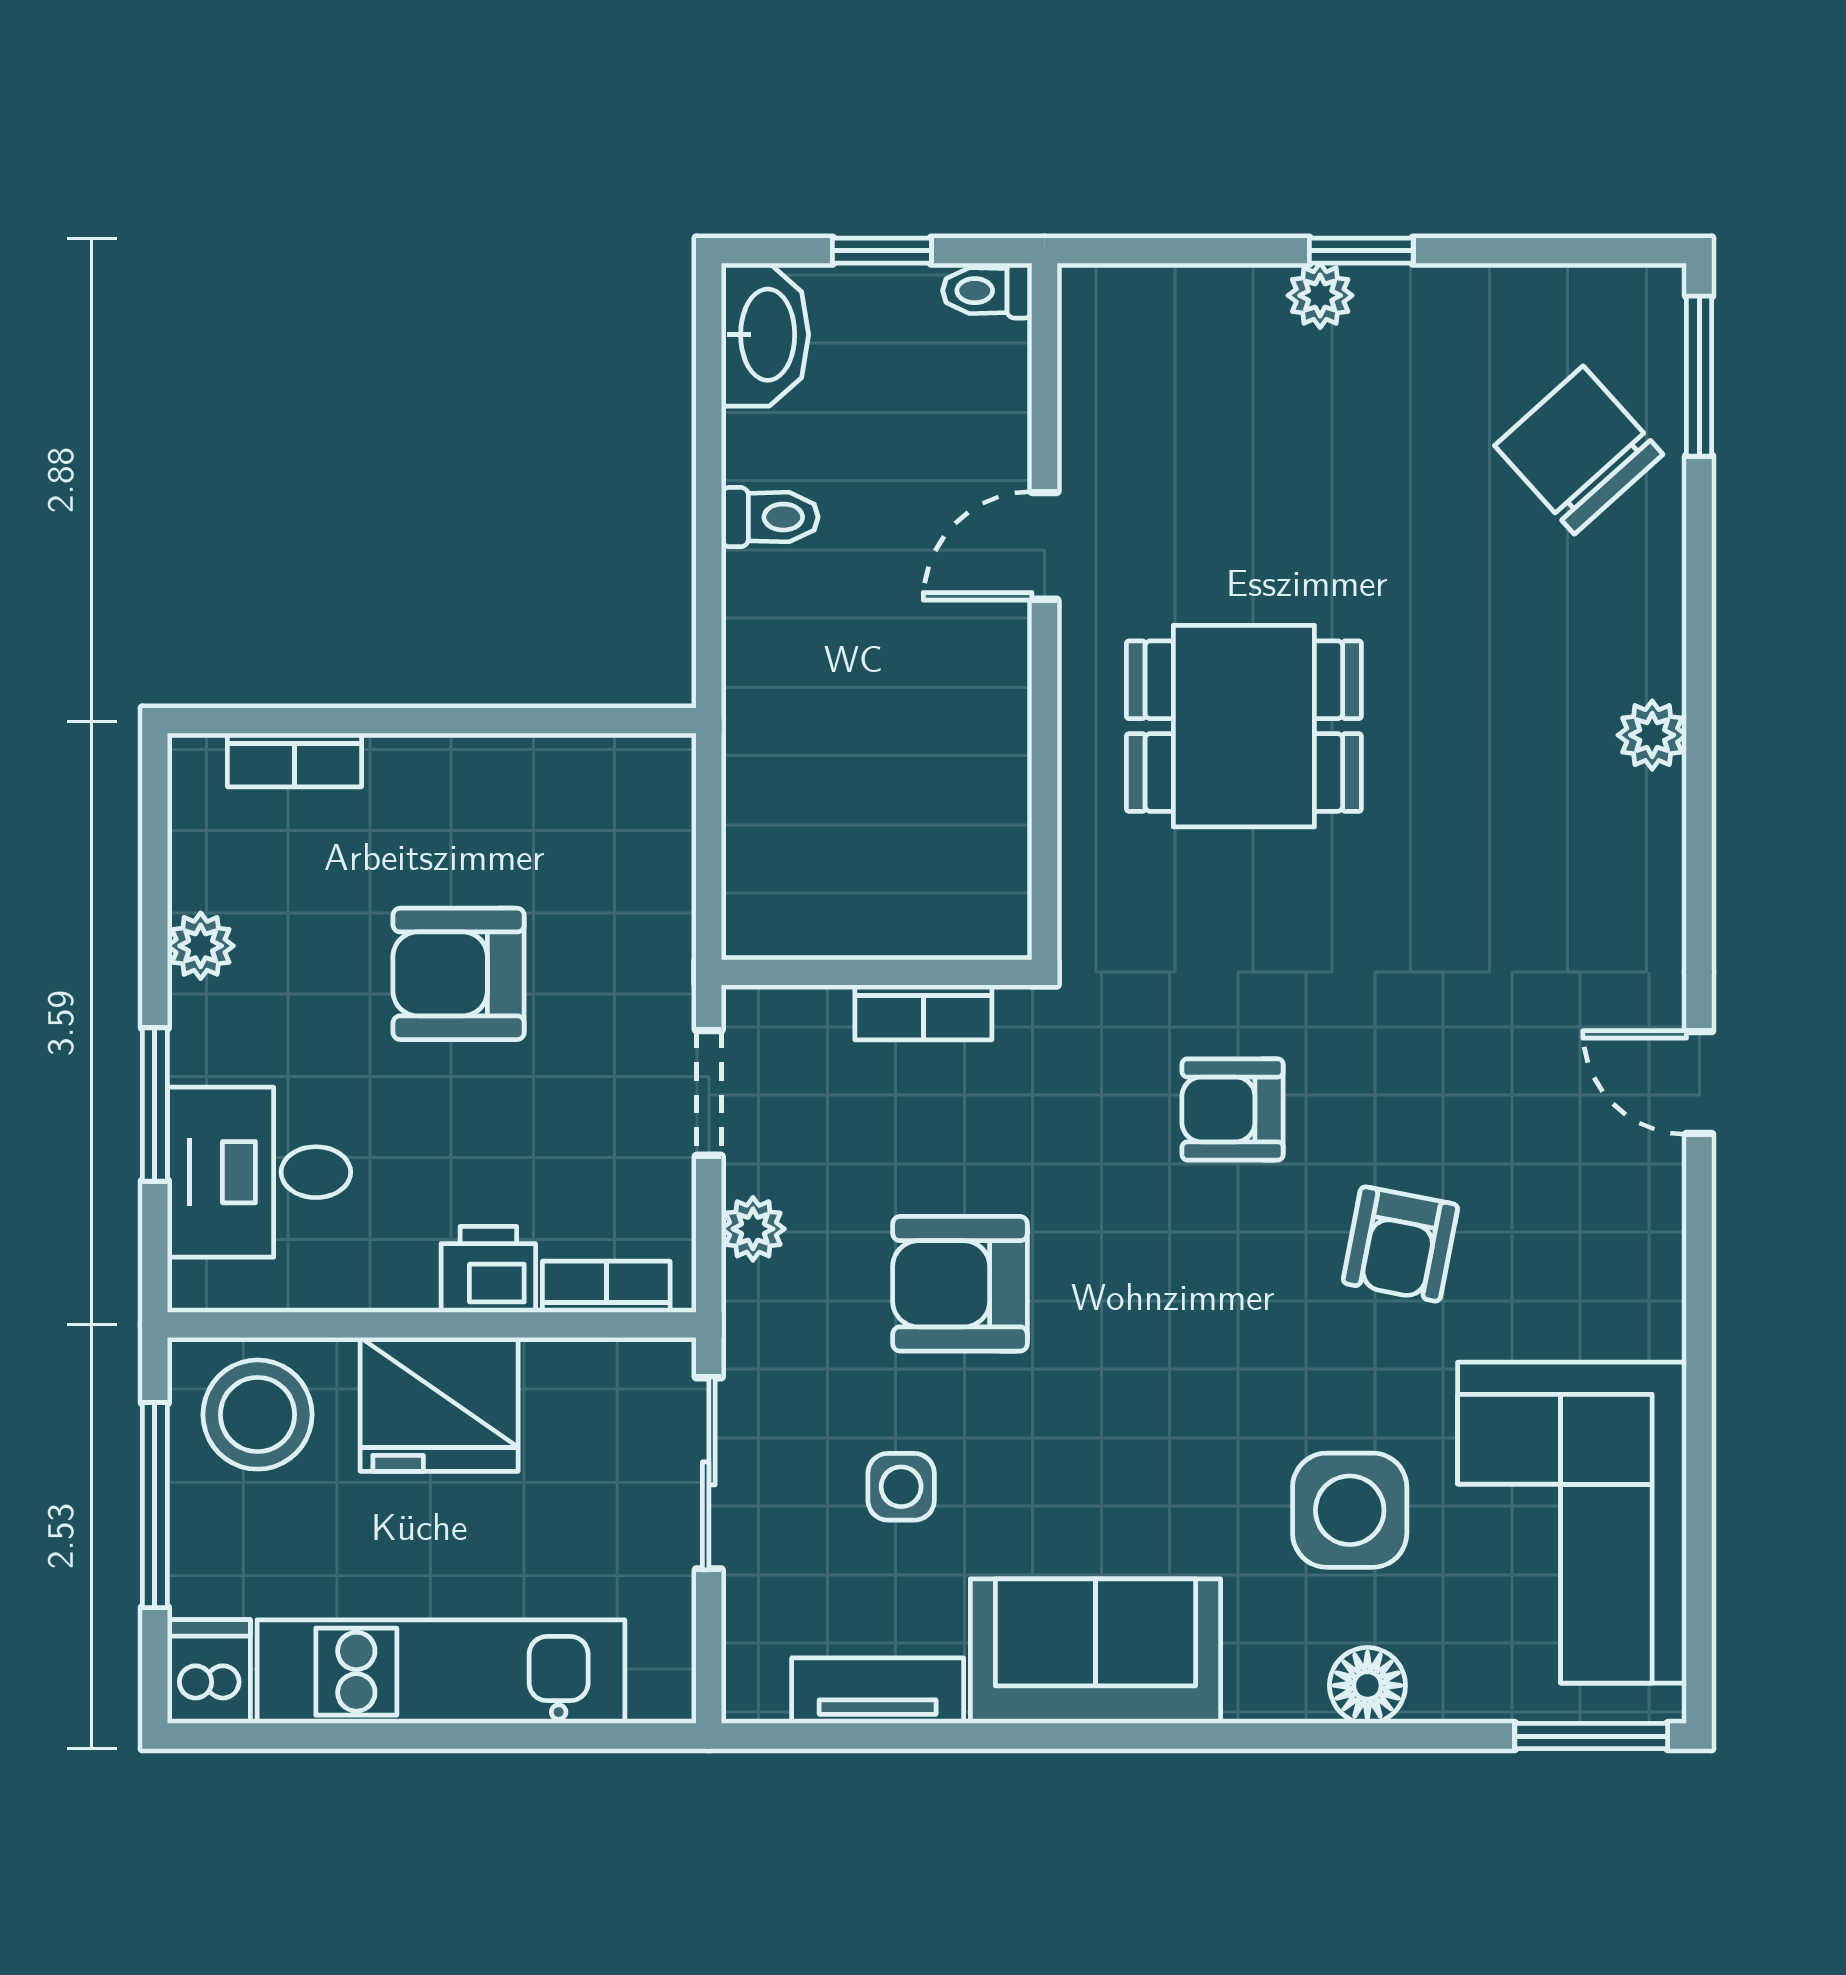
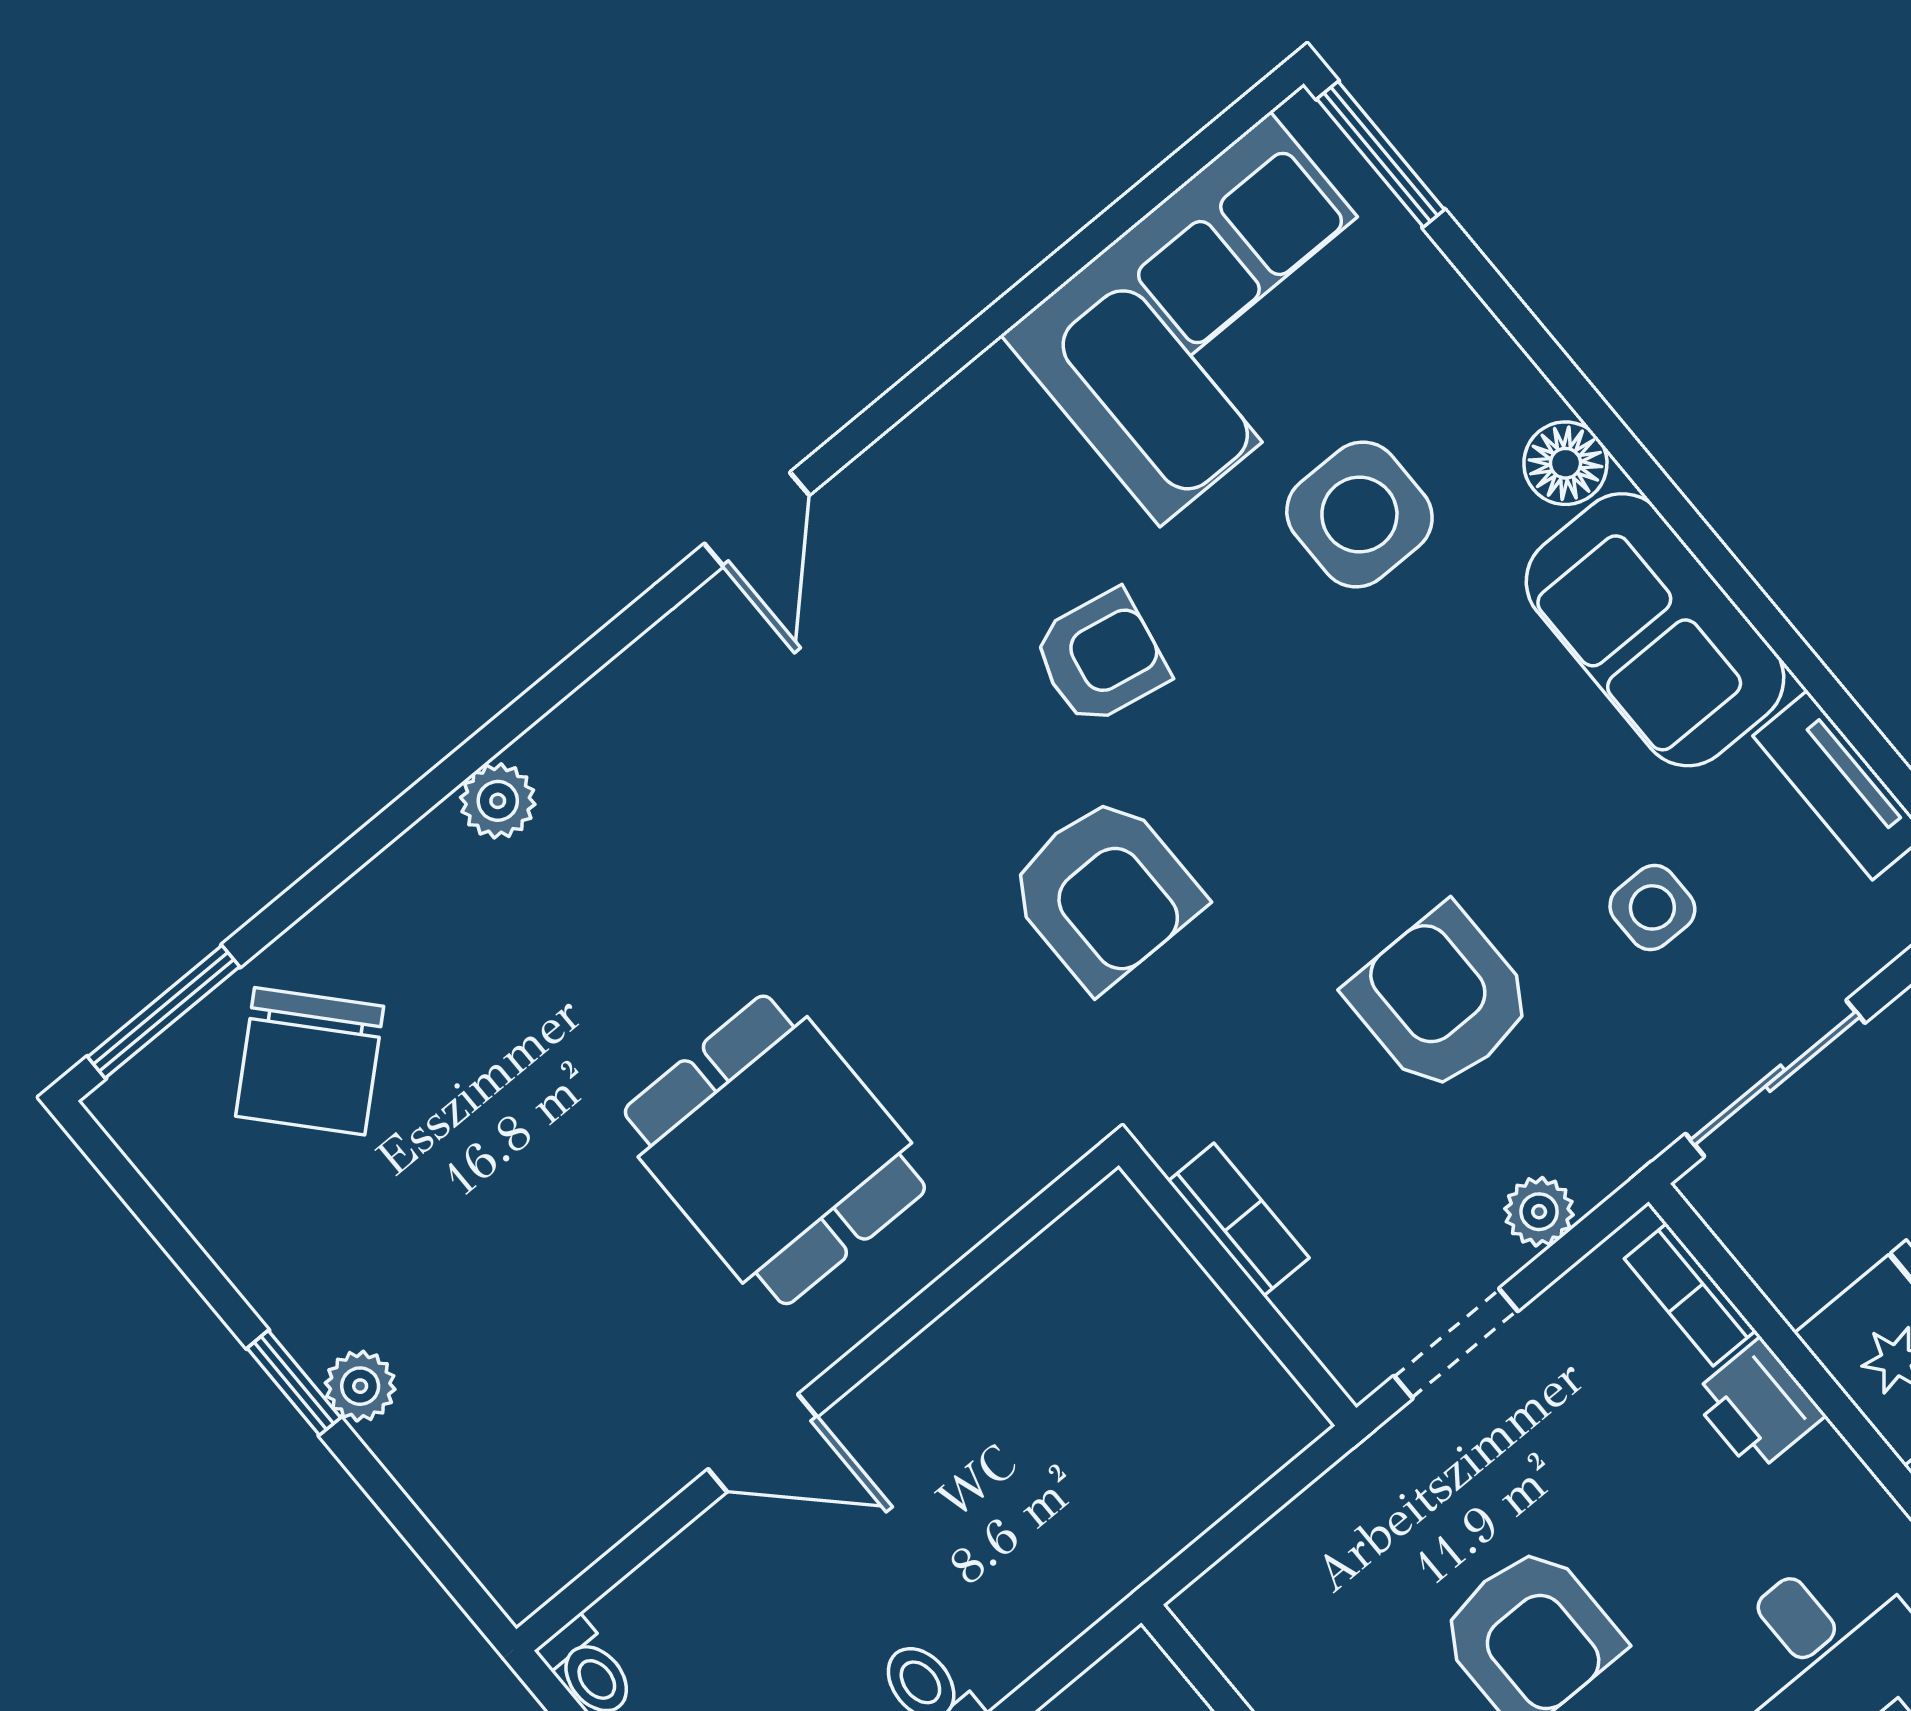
armchair: (1233, 1109) -> (1105, 892), width x1.38, depth x1.38
armchair: (960, 1284) -> (1441, 1000), turned 180
floor lamp: (1367, 1685) -> (1565, 463), moved

